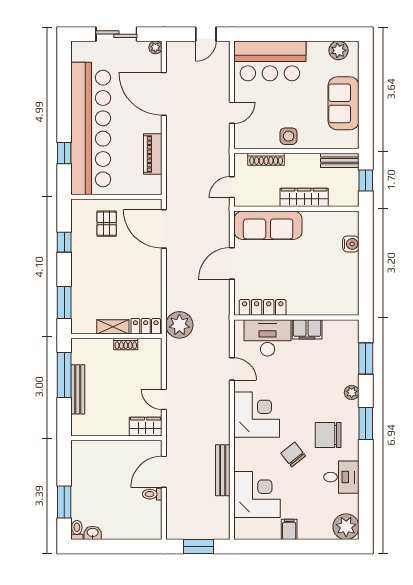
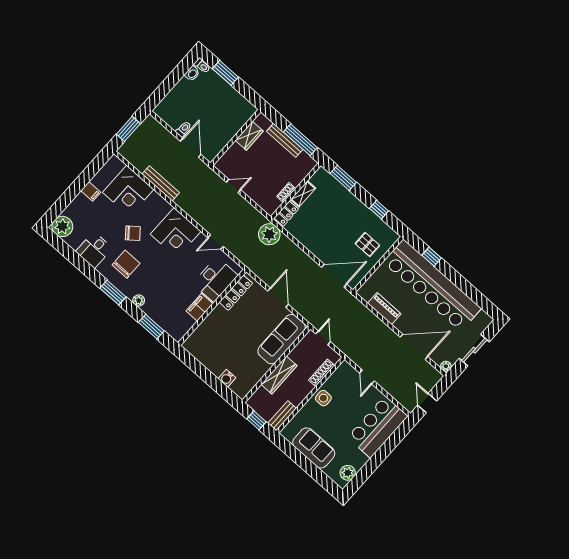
wardrobe: (146, 427) -> (249, 136), moved

